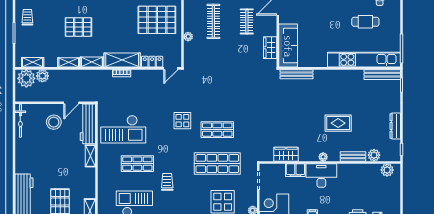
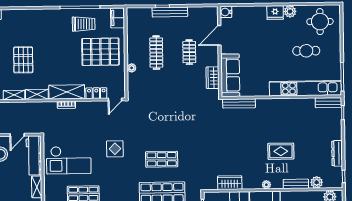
pallet: (78, 27) -> (23, 60), turned 90
bench: (382, 75) -> (328, 103), width x0.73
display table: (182, 121) -> (115, 149), moved

